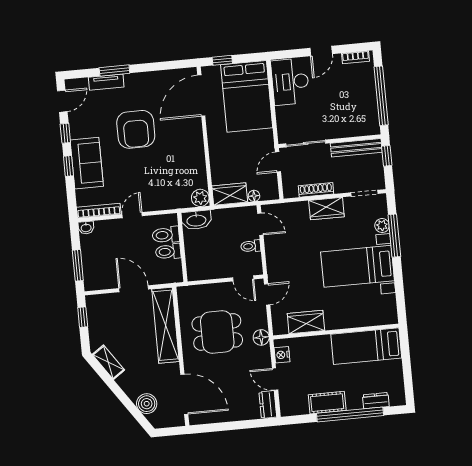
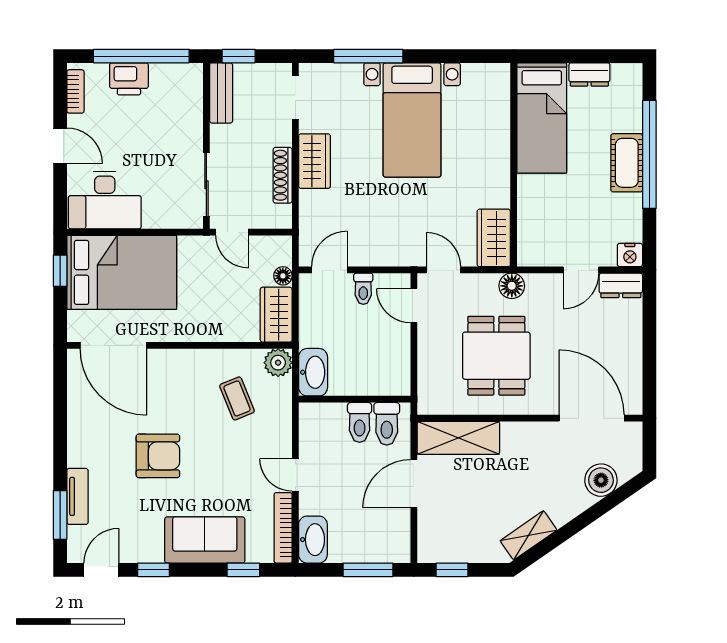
window: (222, 60) -> (60, 271), moved
window: (114, 71) -> (60, 515), moved
printer: (366, 90) -> (129, 79), added
door: (62, 101) -> (101, 570), hinge flipped
armchair: (136, 129) -> (158, 456), width x0.73, depth x0.73
bench: (356, 148) -> (221, 93), width x0.73
window: (68, 166) -> (243, 570), moved
coffee table: (176, 175) -> (237, 398), added
plant: (382, 226) -> (350, 74), removed
washbasin: (86, 228) -> (313, 540), width x1.91, depth x1.45
toilet: (166, 235) -> (387, 424), moved
door: (243, 278) -> (414, 306), swing flipped
wardrobe: (306, 322) -> (494, 238), moved
shelving: (166, 325) -> (458, 438), width x0.68
nightstand: (282, 355) -> (630, 255), moved
door: (184, 394) -> (592, 418), hinge flipped
dresser: (376, 401) -> (589, 74), moved, turned -90
cot: (327, 403) -> (627, 163), moved

